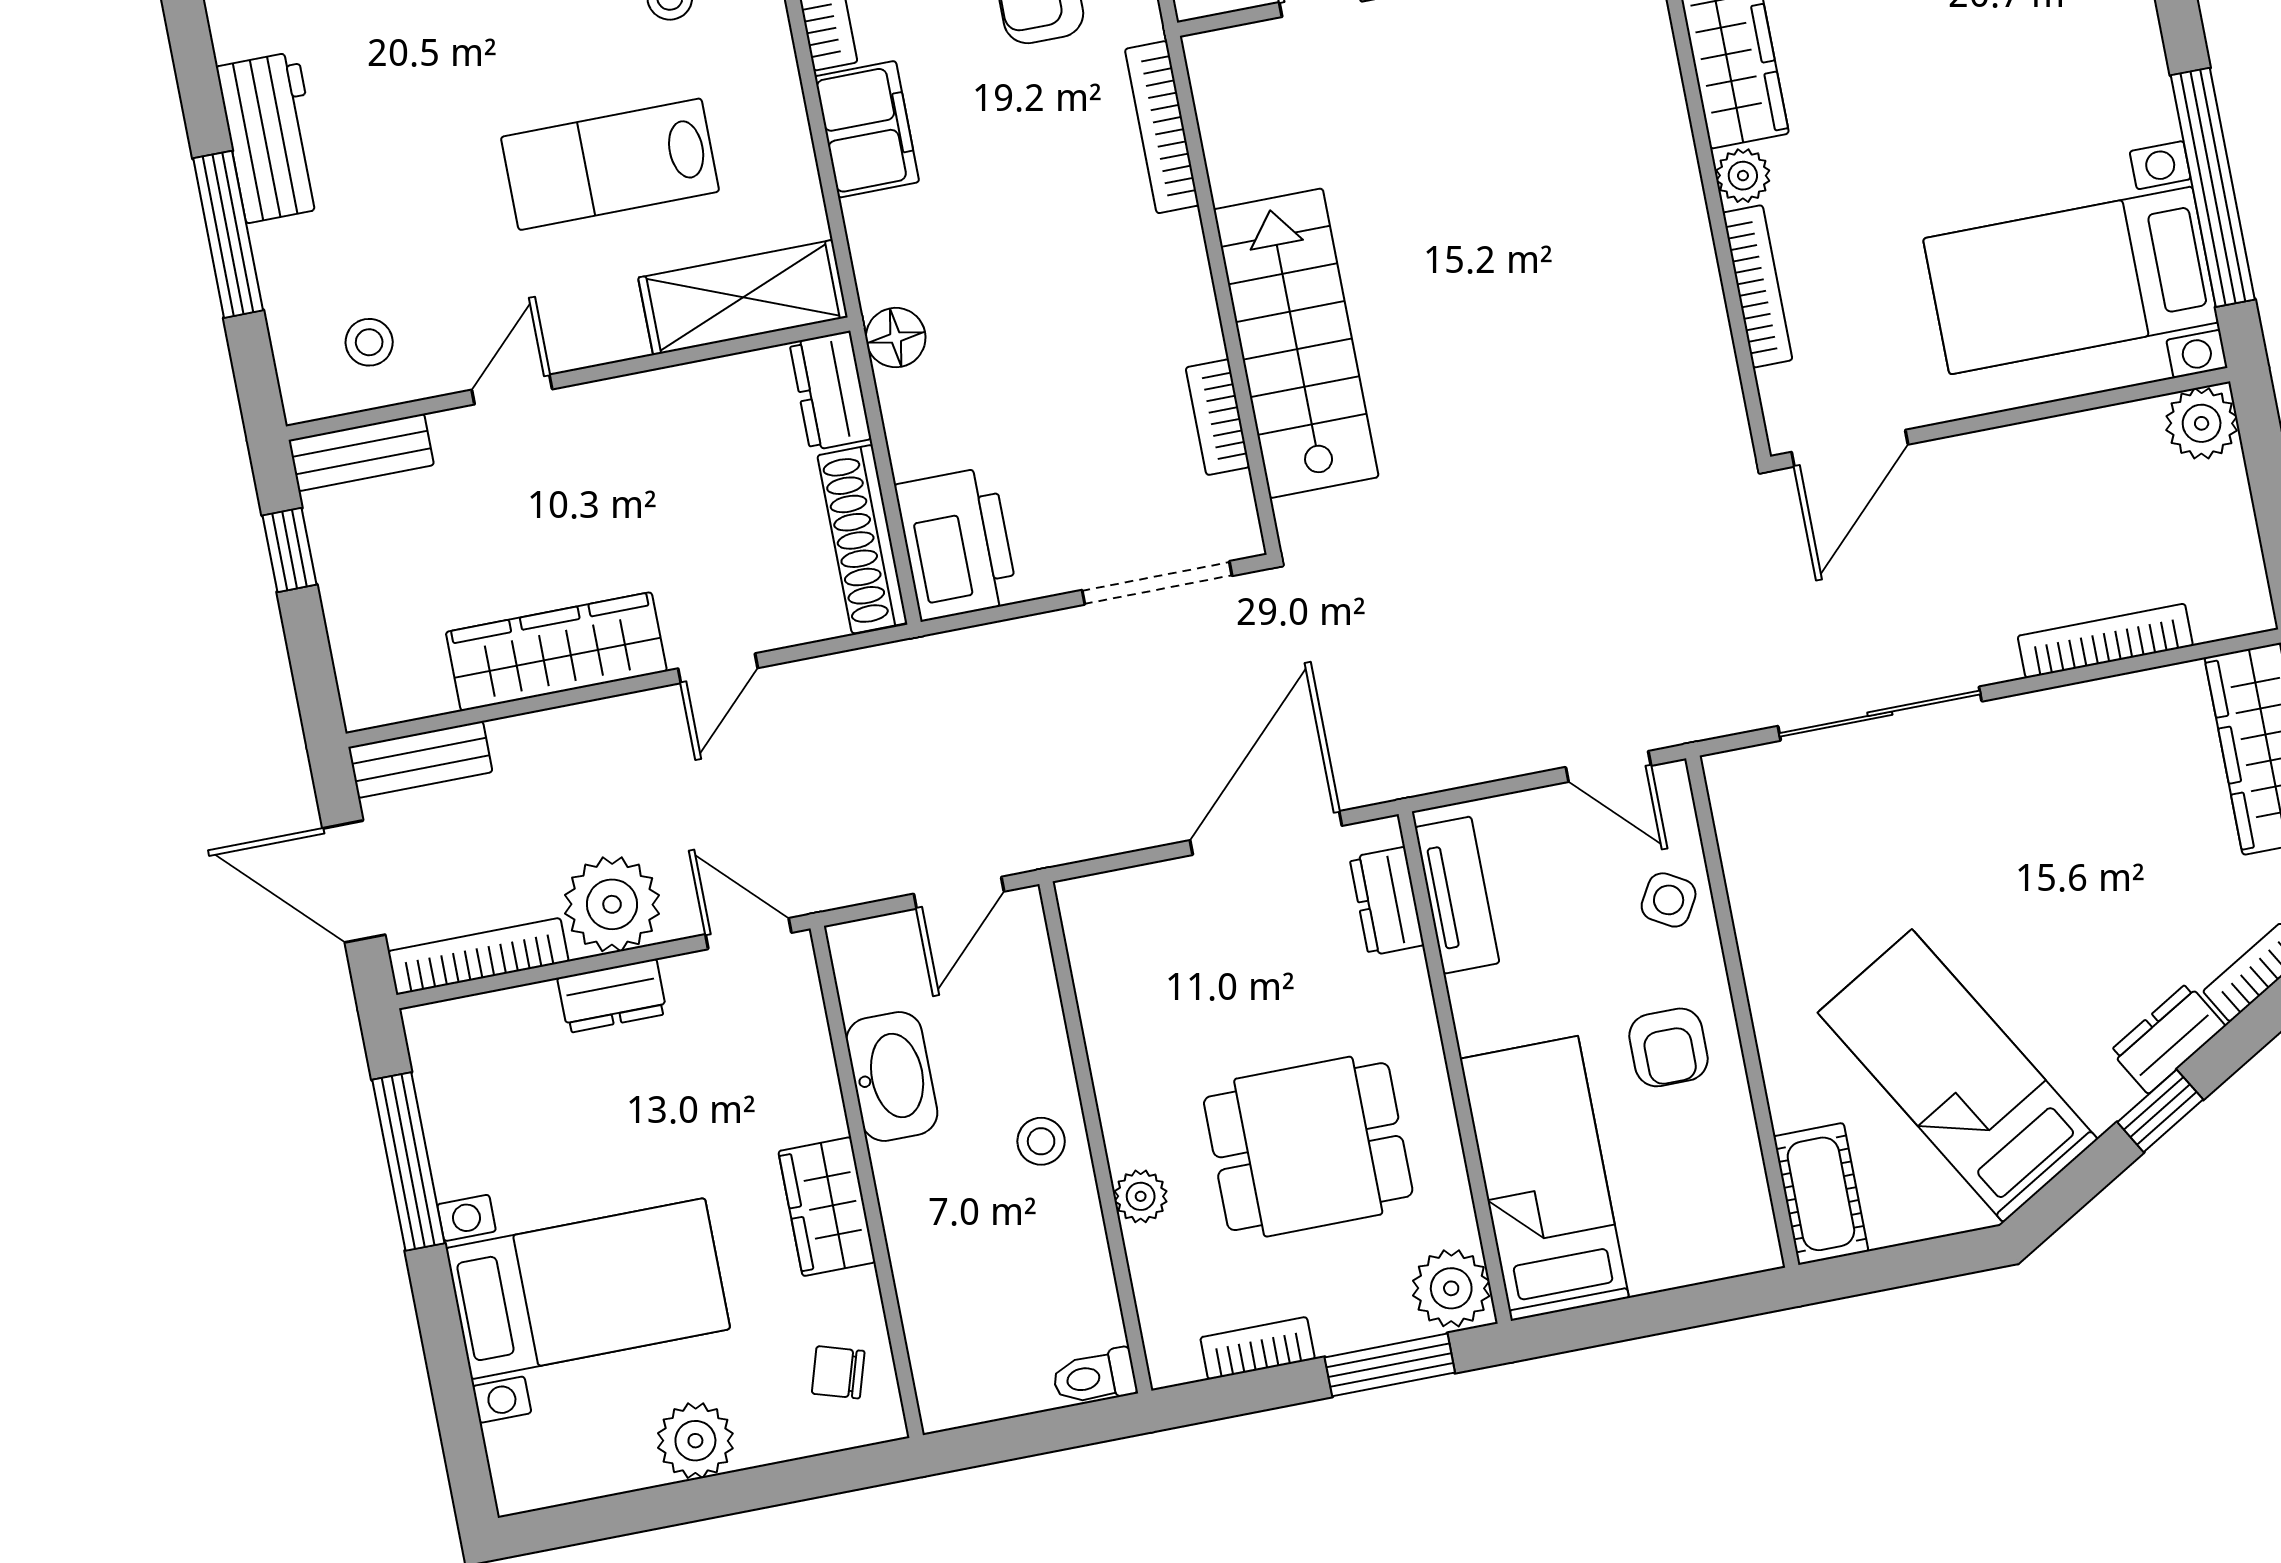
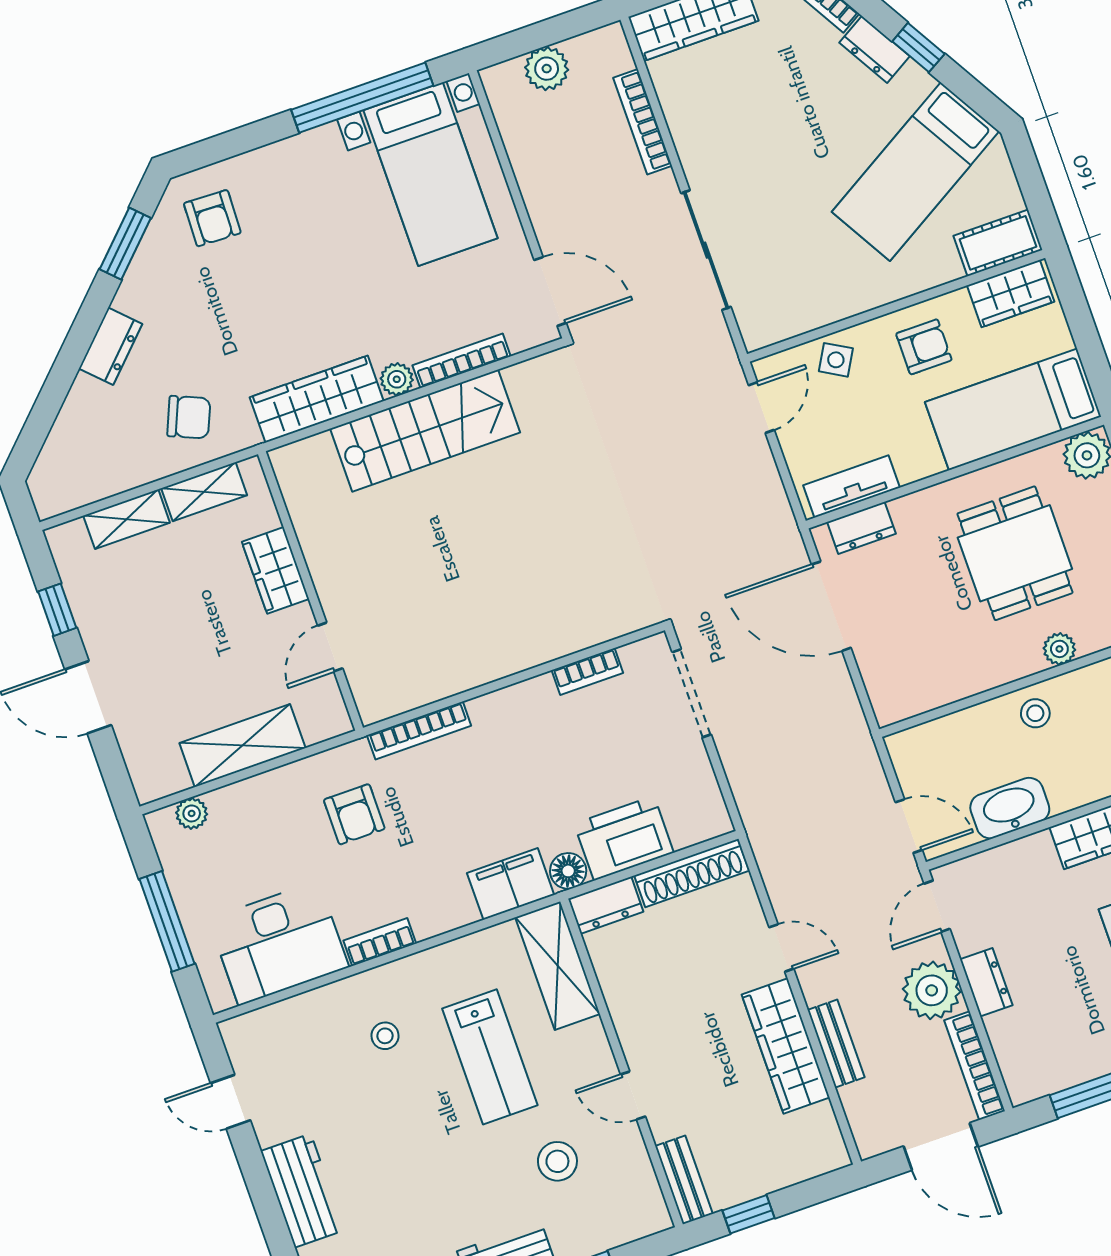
filing cabinet: (867, 129) -> (511, 884), moved
stool: (369, 342) -> (557, 1161), moved, width x1.37, depth x1.37
stairs: (1296, 343) -> (425, 431), moved, turned 180
plant: (2202, 423) -> (547, 69), moved
printer: (957, 544) -> (624, 838), moved
bench: (420, 760) -> (836, 1044), moved
door: (354, 882) -> (941, 1147), hinge flipped
door: (959, 893) -> (909, 826), moved
wardrobe: (1735, 1202) -> (1011, 294), added

